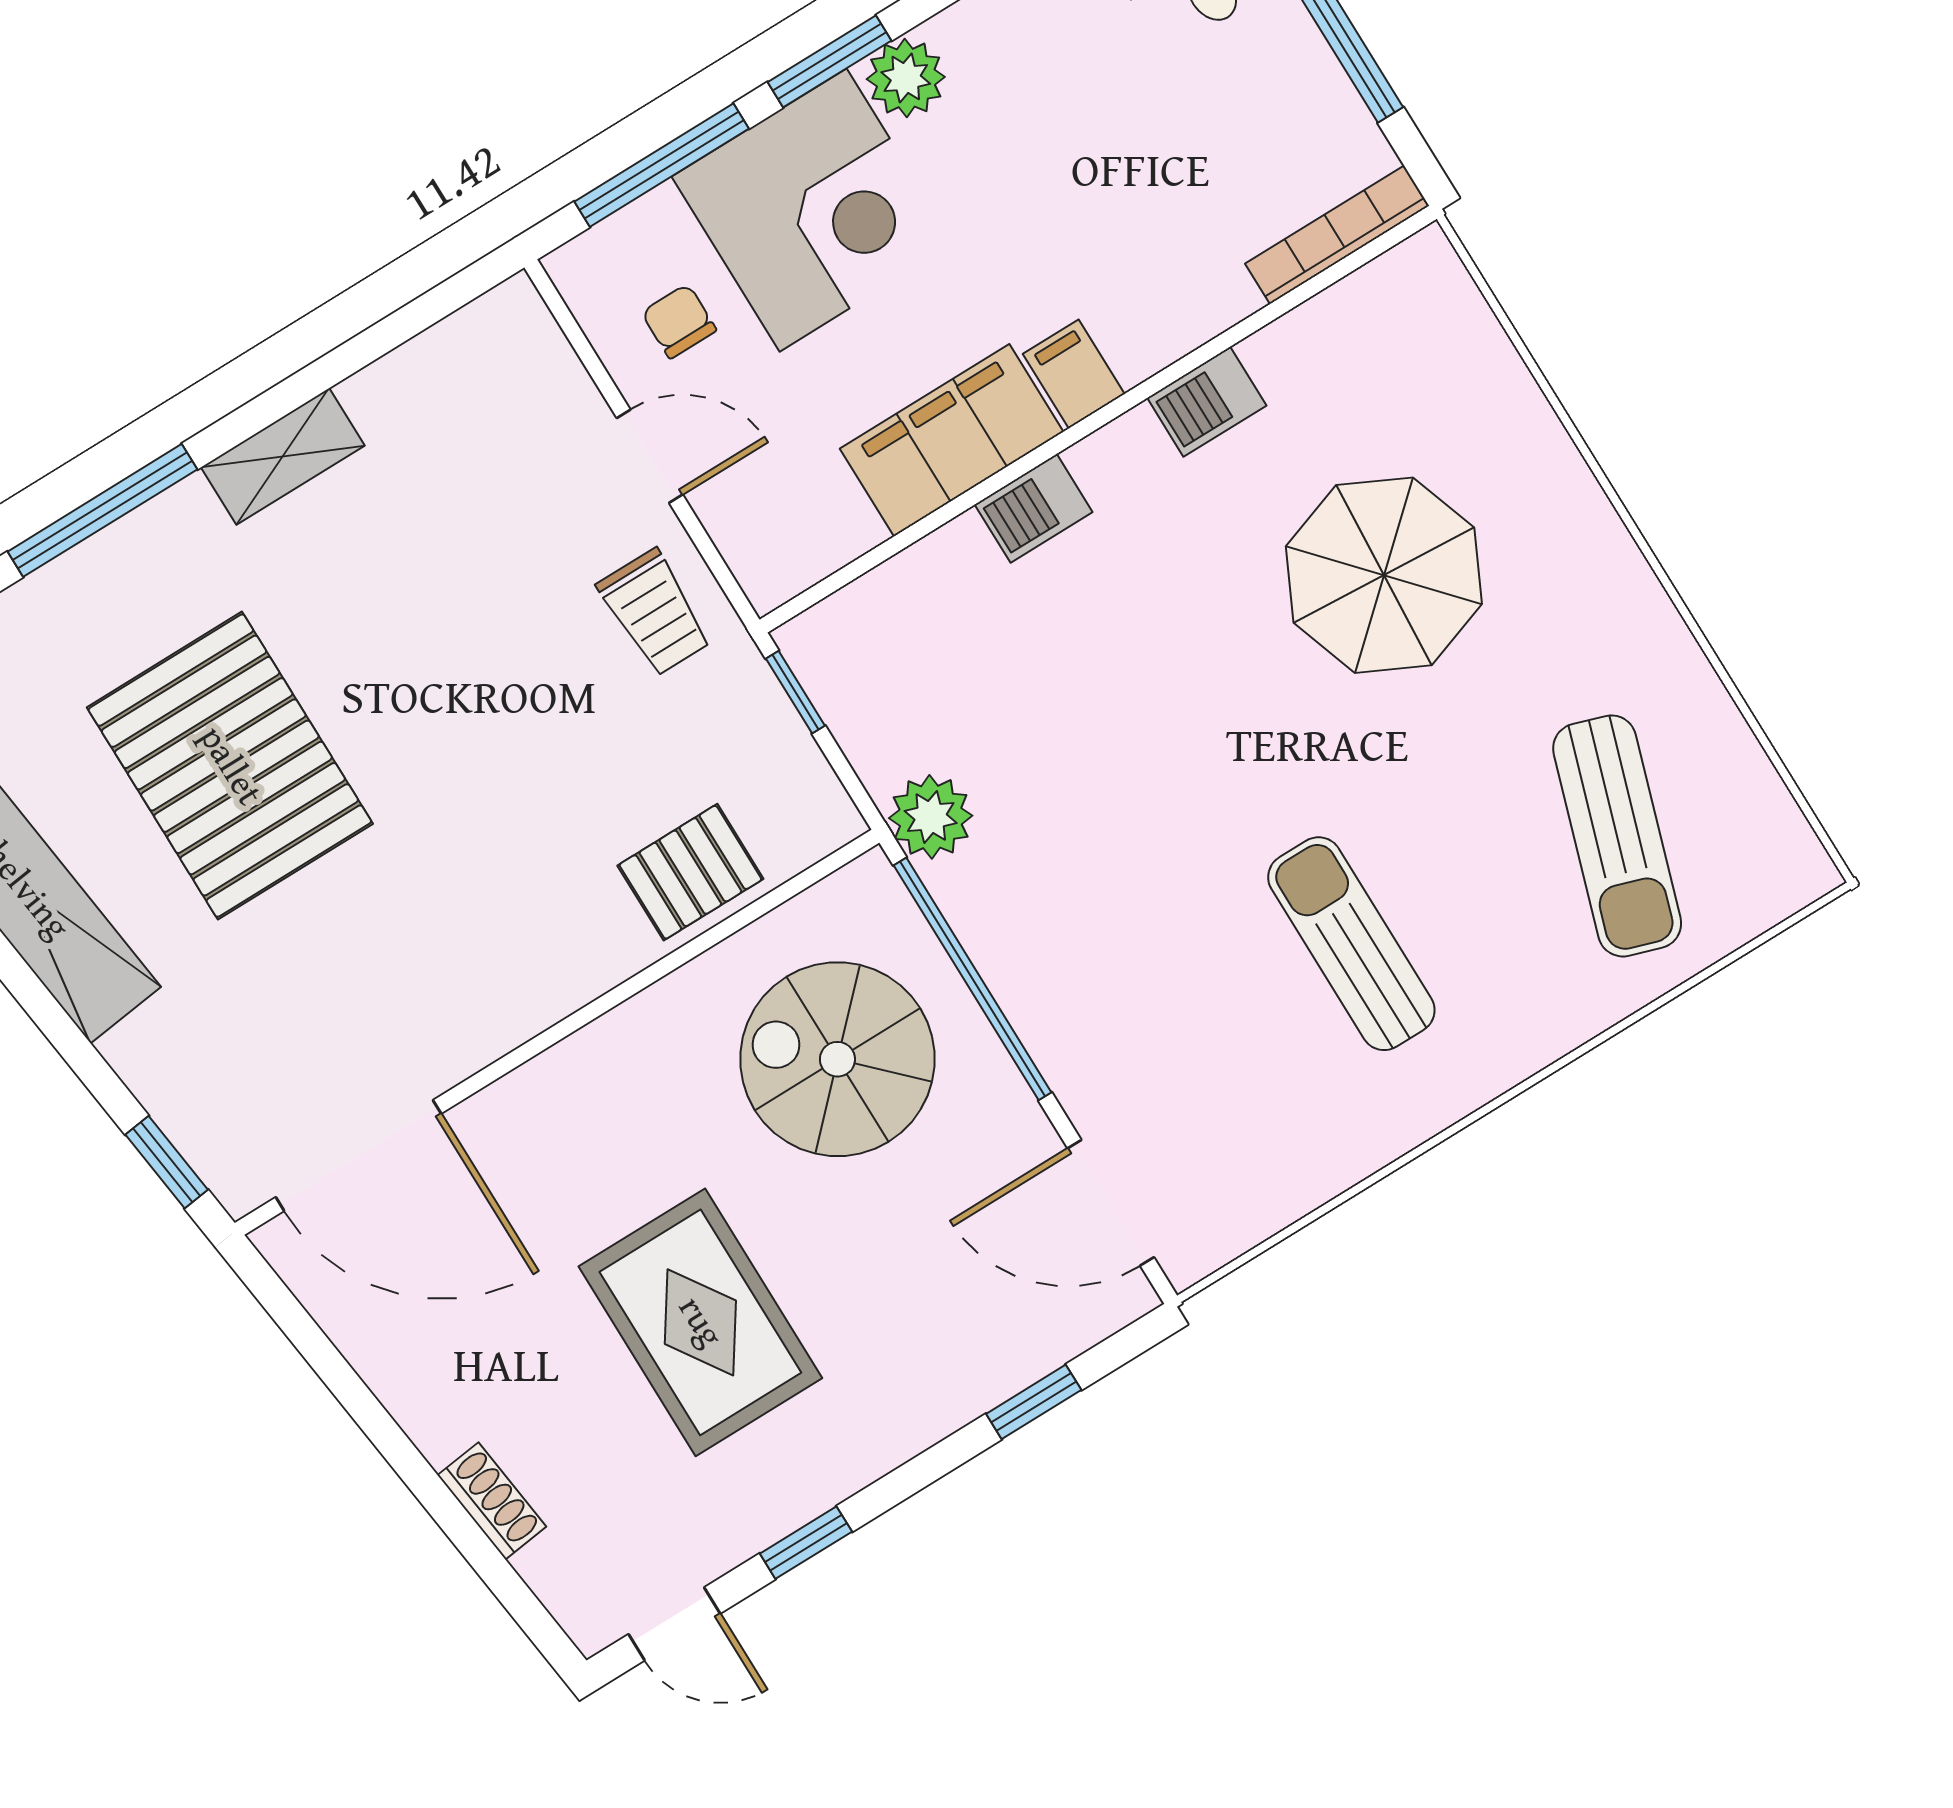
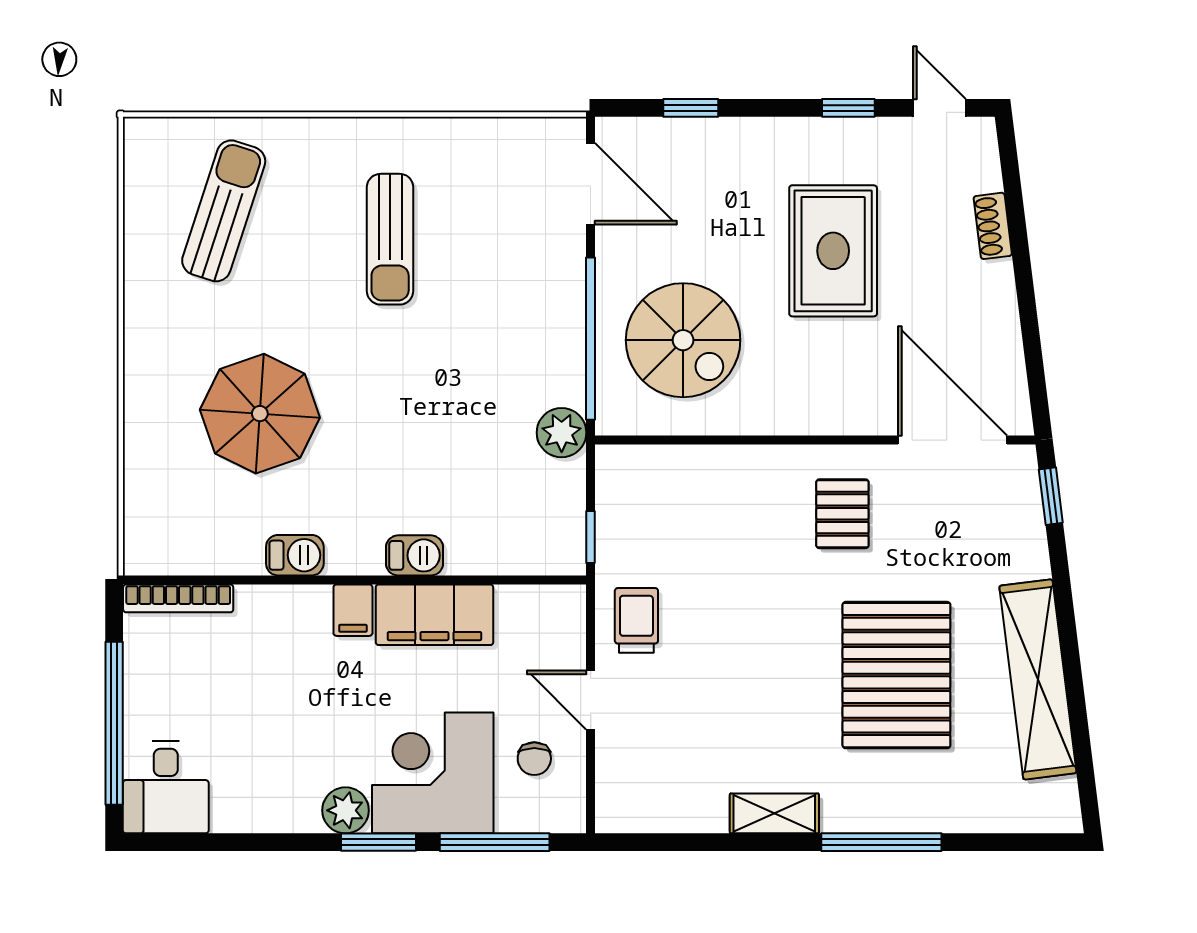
pallet: (690, 872) -> (842, 514), moved, turned 90

